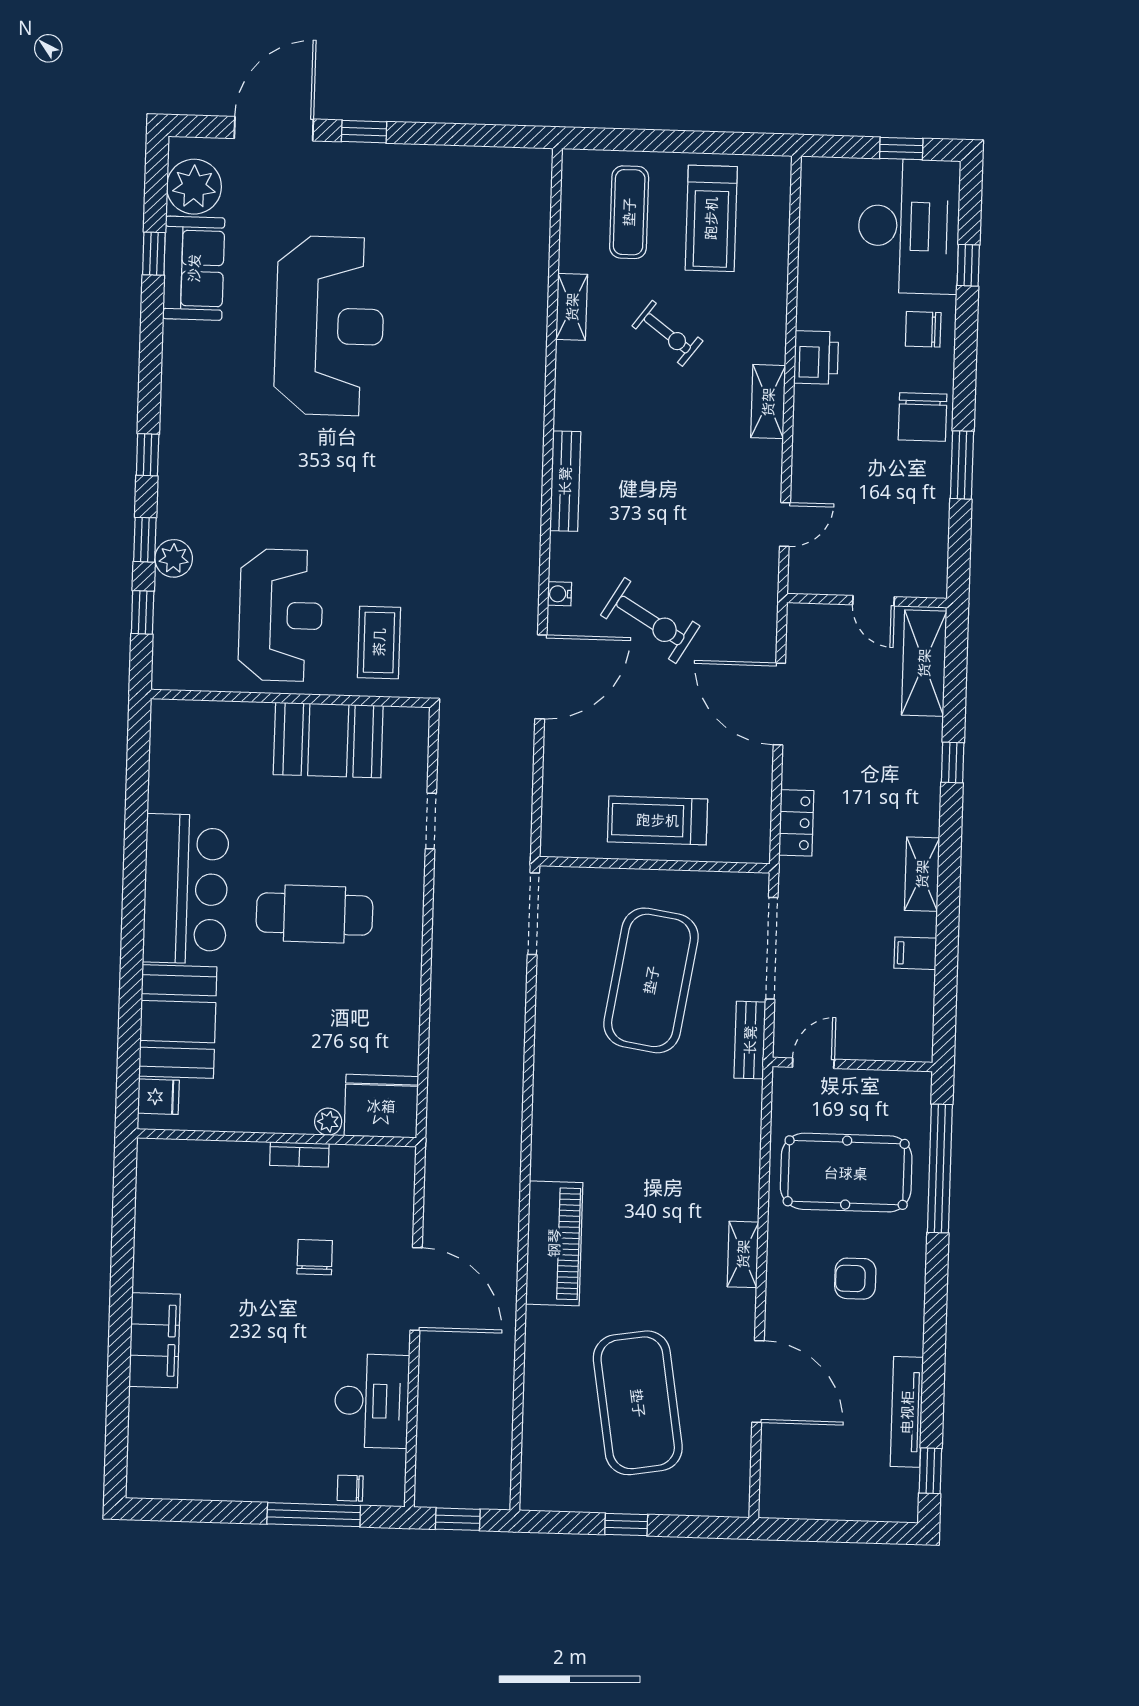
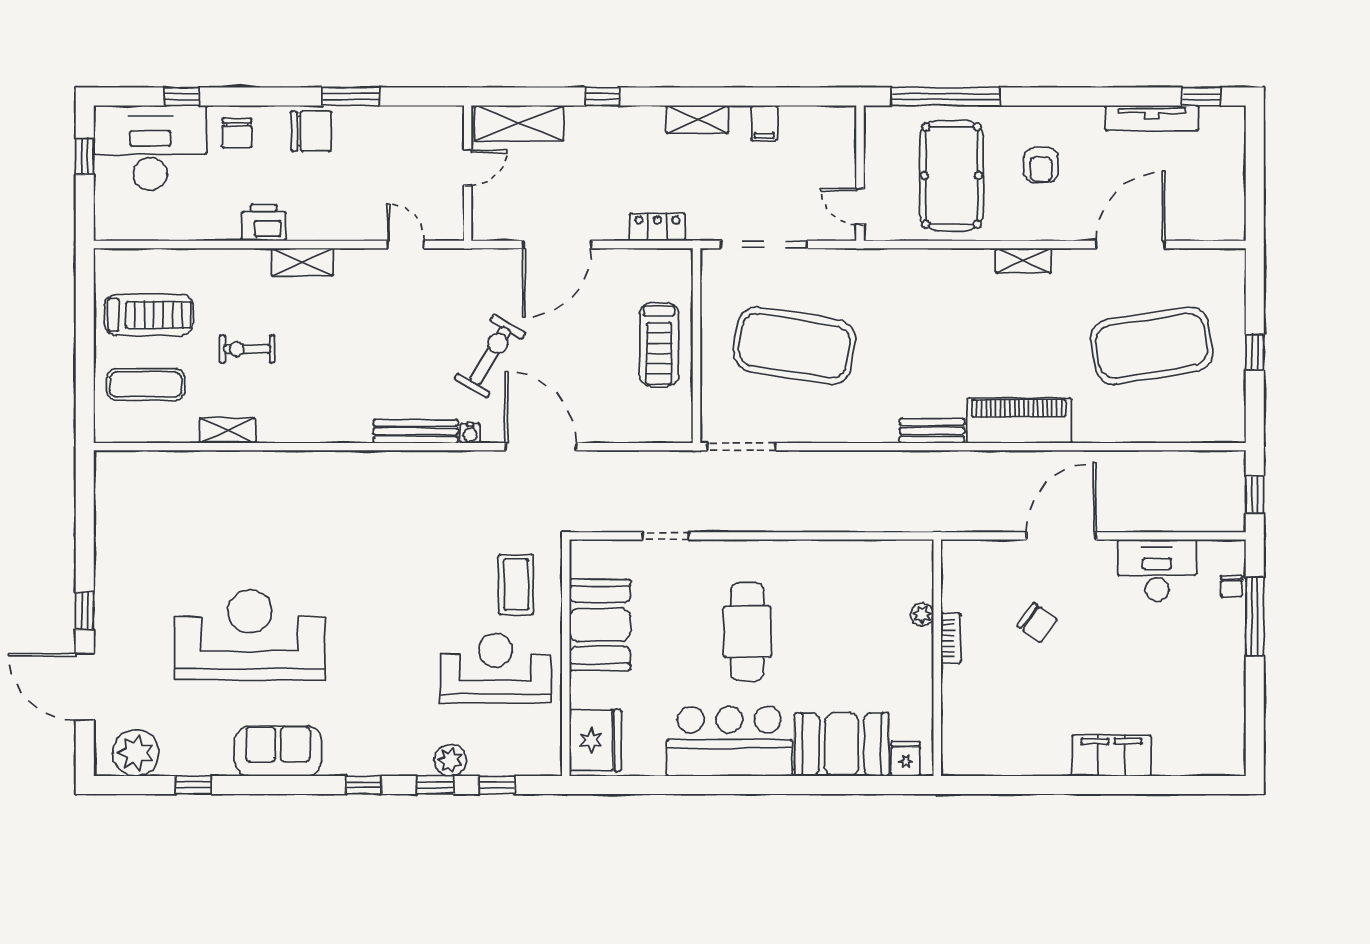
sofa: (194, 268) -> (278, 751), moved
exercise bike: (667, 333) -> (247, 349), turned -127
bench: (565, 481) -> (416, 431), moved
coffee table: (379, 642) -> (516, 584), turned 90
bench: (750, 1040) -> (932, 431), moved
fridge: (381, 1106) -> (595, 740), moved, turned 180
chair: (315, 1257) -> (1037, 622), turned -145

